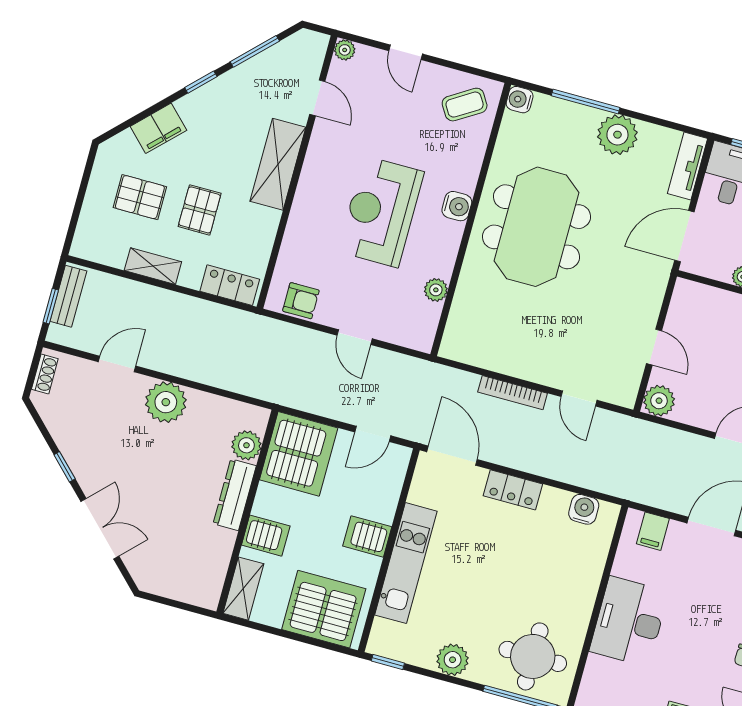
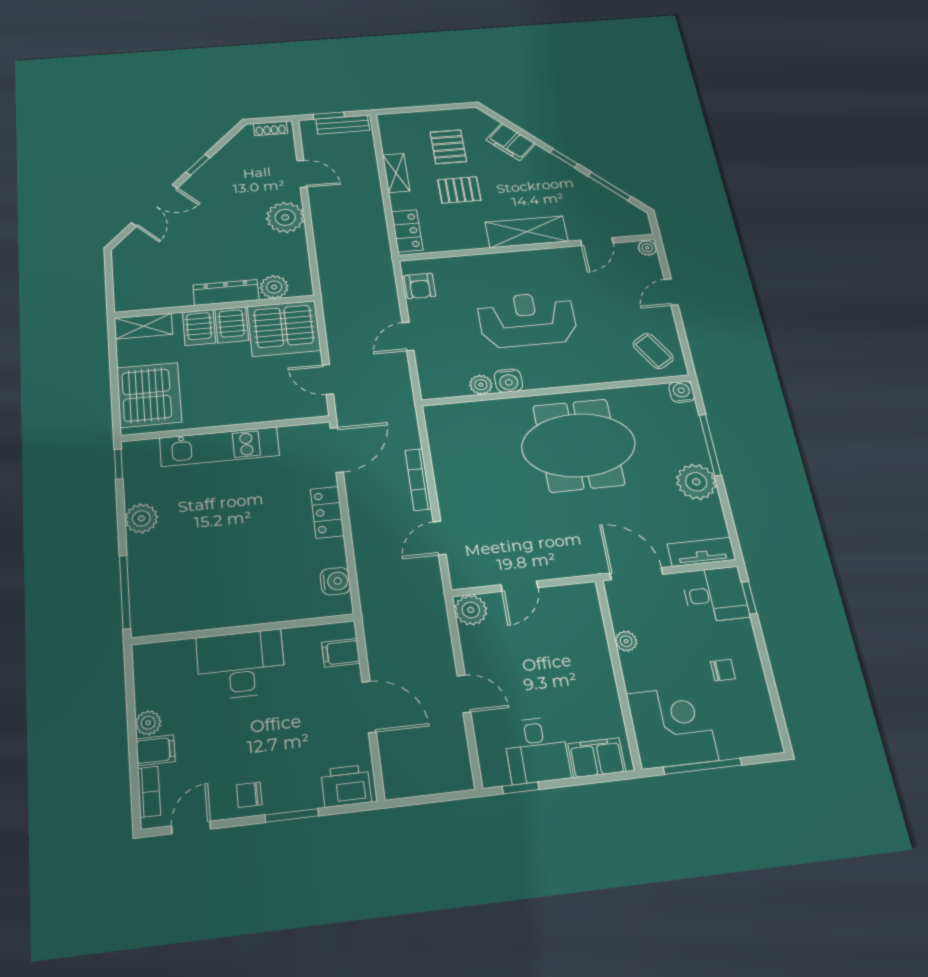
water cooler: (457, 206) -> (508, 381), moved
server rack: (367, 536) -> (232, 325), moved, turned 180
round table: (533, 656) -> (171, 588), removed

